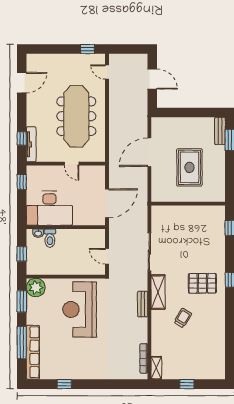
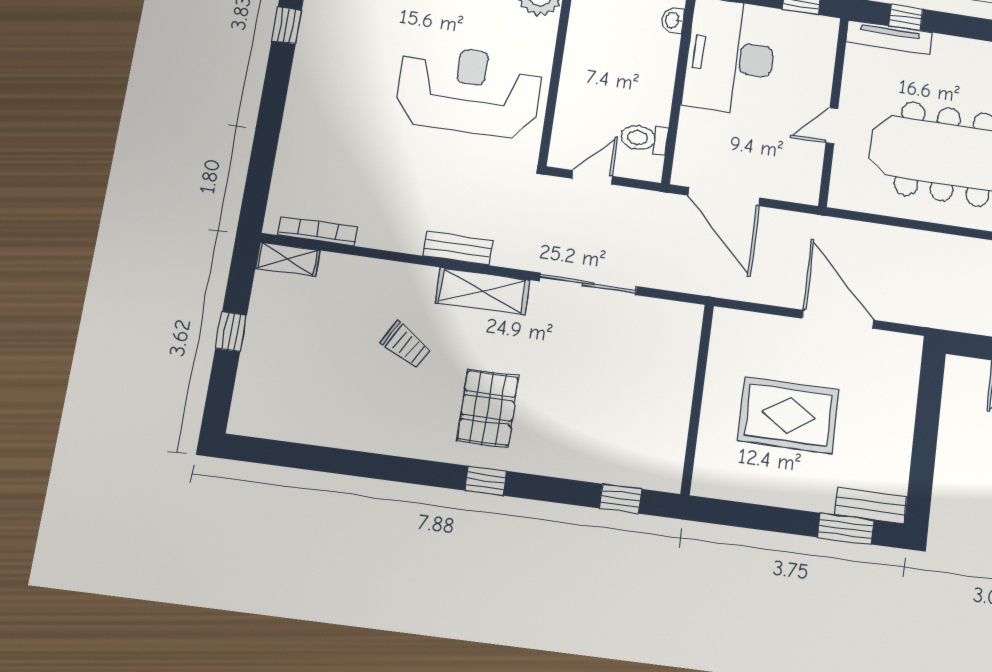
toilet: (50, 238) -> (644, 138), moved

